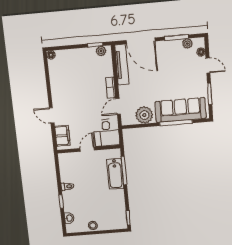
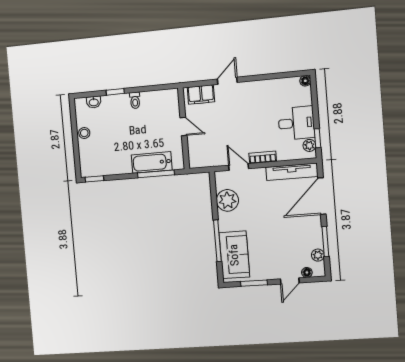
sofa: (181, 110) -> (234, 255), width x0.73
desk: (107, 133) -> (296, 123), moved, turned 180

